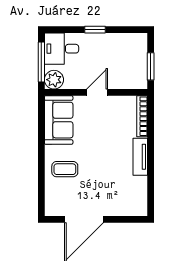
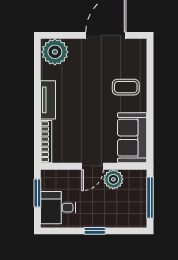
desk: (62, 49) -> (58, 208), moved, turned 180
plant: (54, 80) -> (113, 179), moved
plant: (134, 203) -> (55, 52), added

